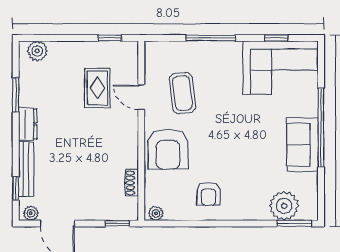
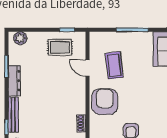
rug: (97, 88) -> (60, 47), moved, turned 90
dresser: (28, 124) -> (14, 81), width x1.44
armchair: (168, 149) -> (105, 102), turned 180

